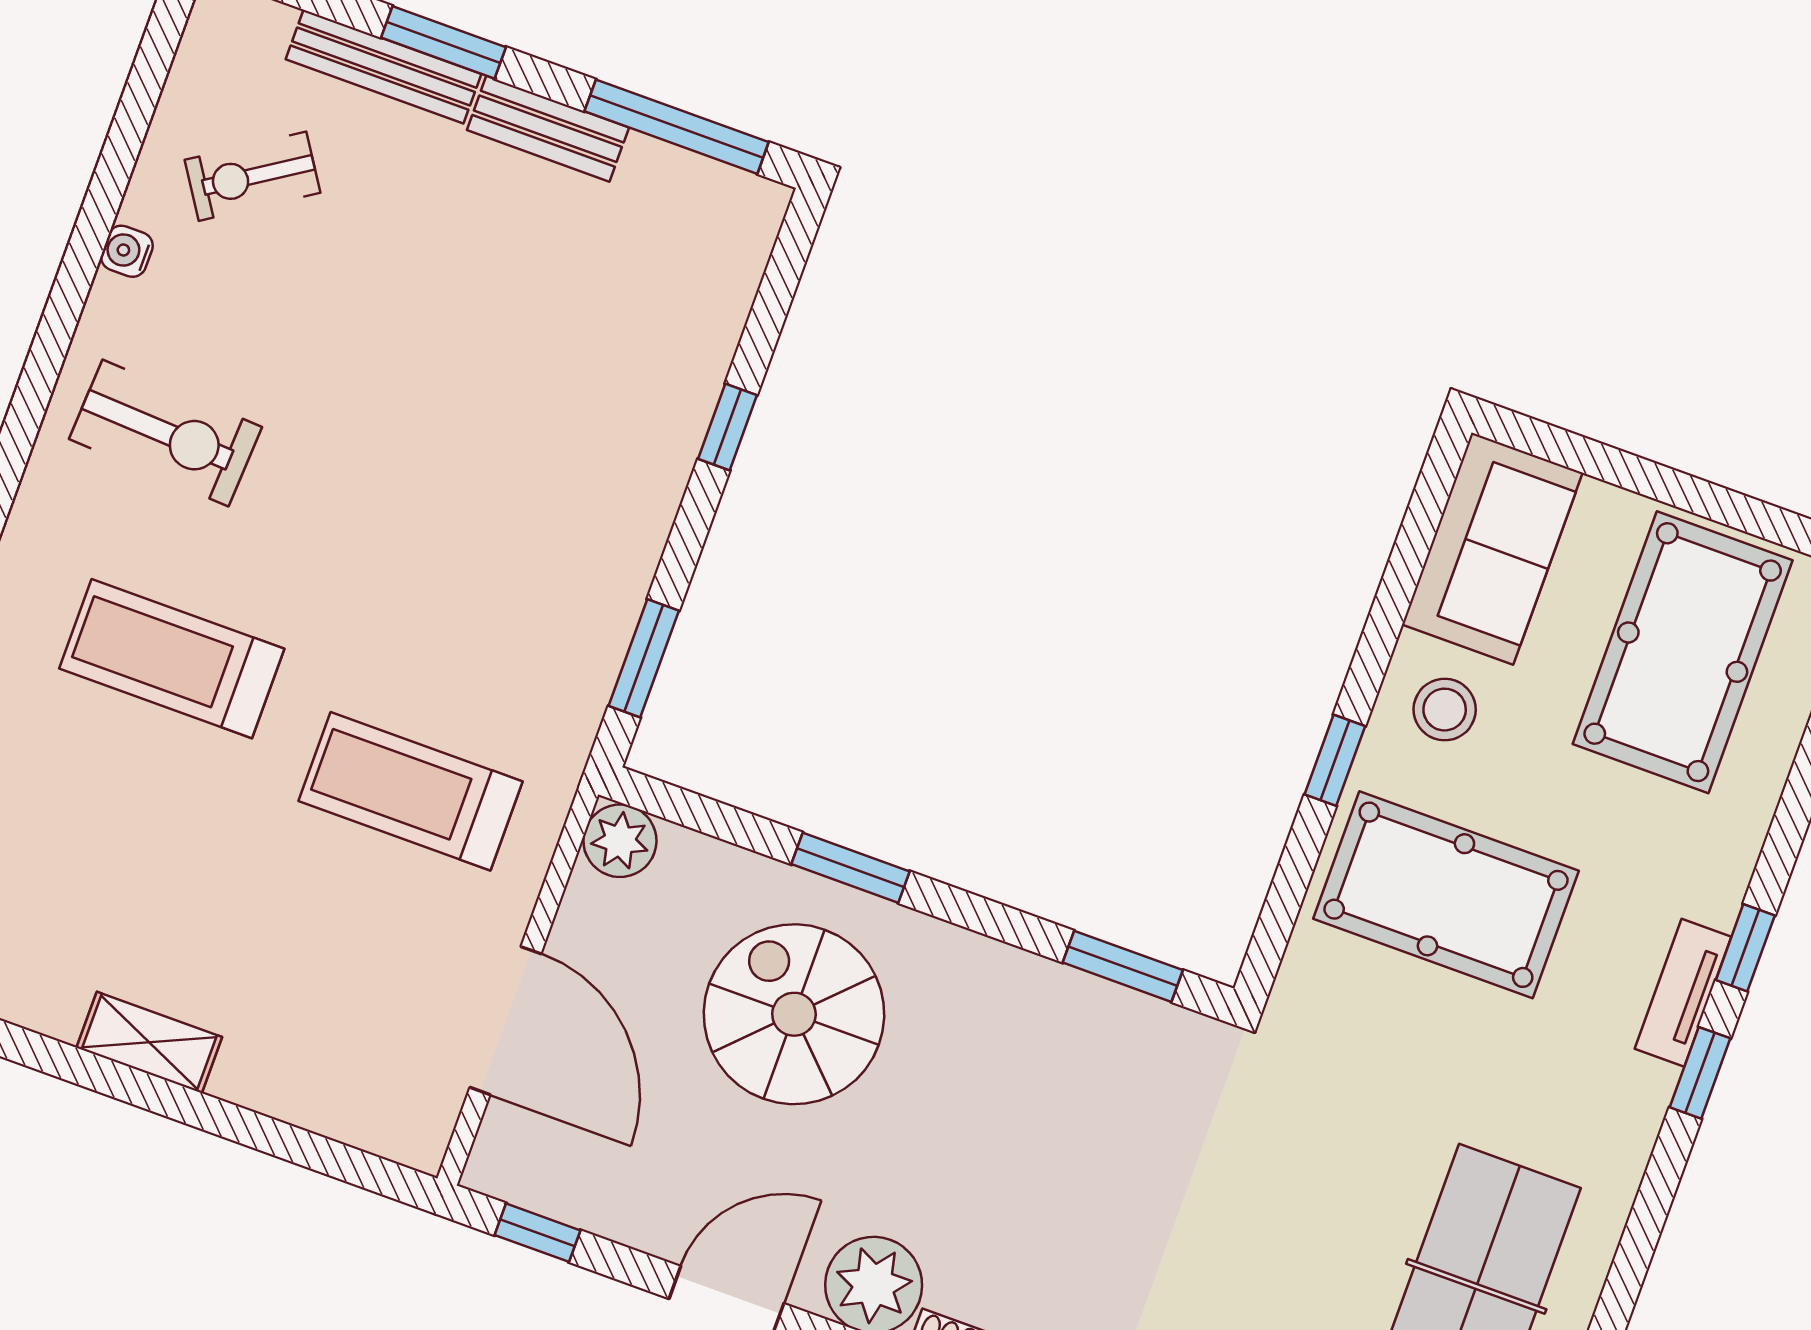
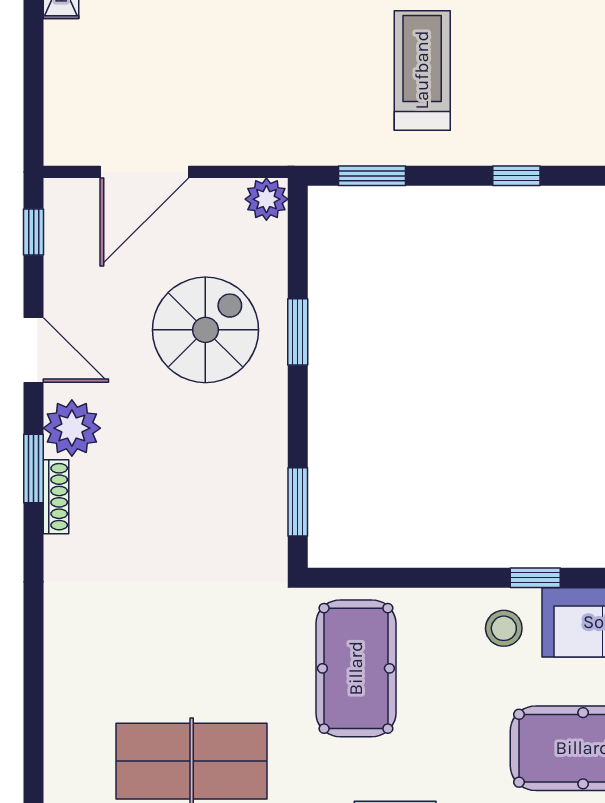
window: (1335, 760) -> (535, 578), moved
treadmill: (411, 791) -> (422, 70), moved
pool table: (1446, 895) -> (356, 668), moved

